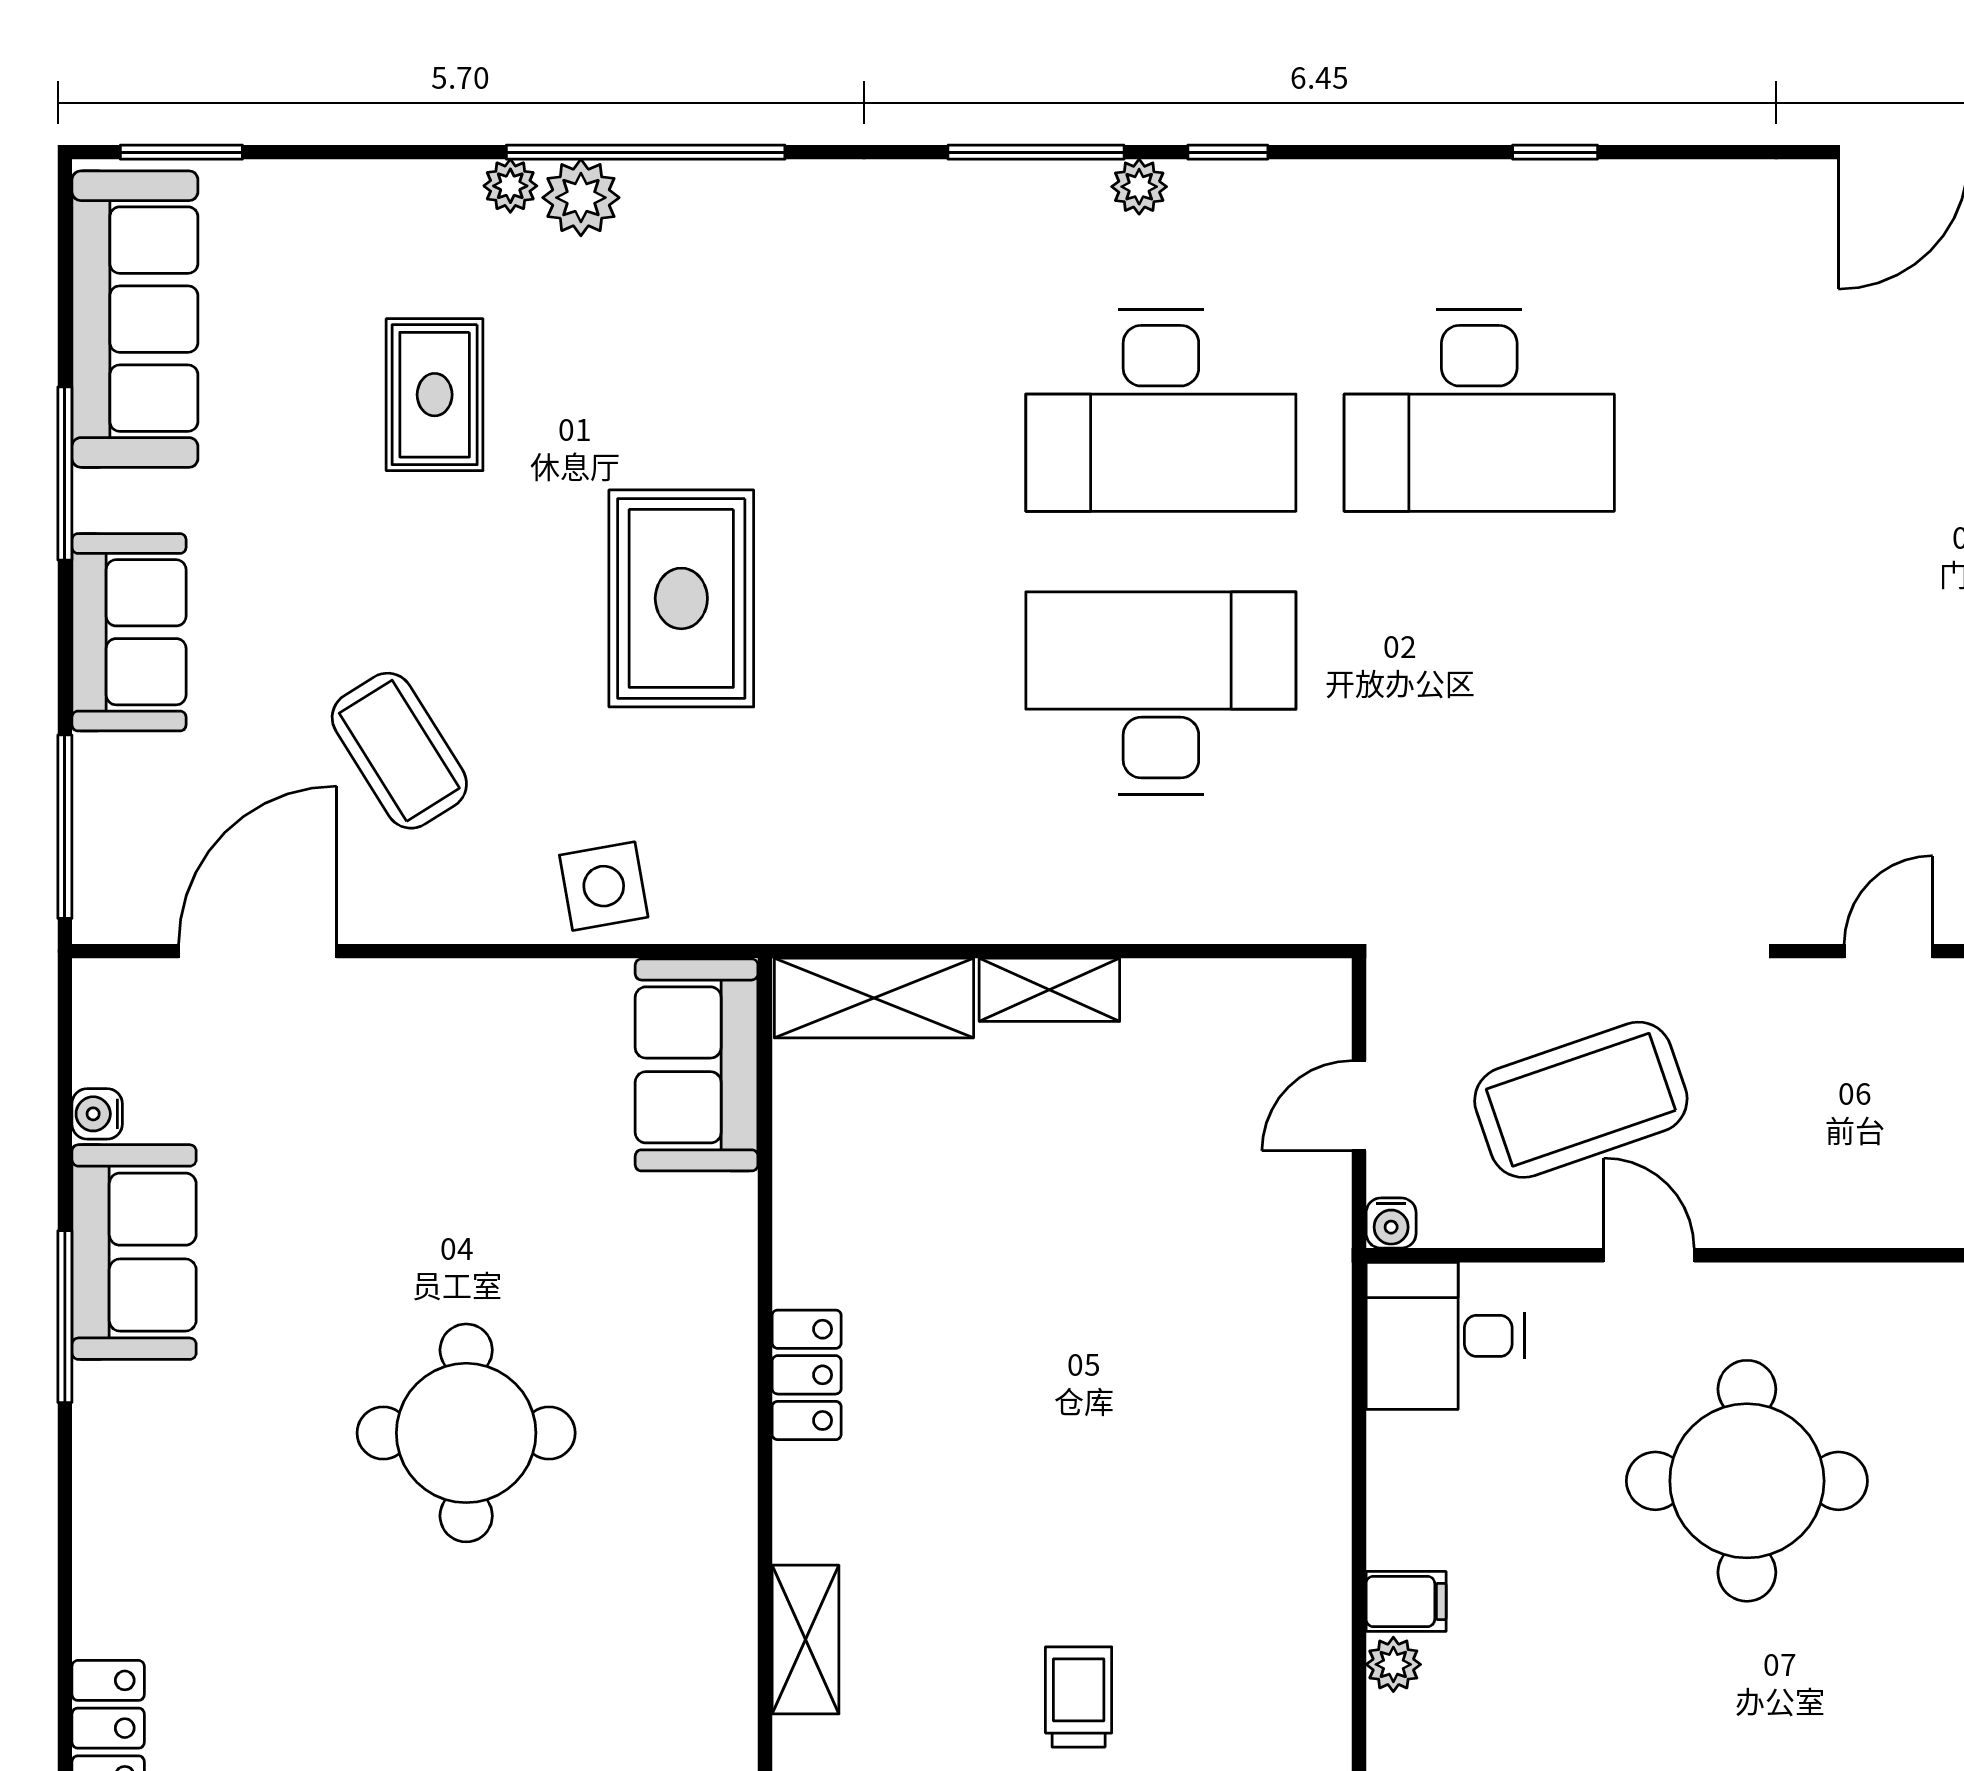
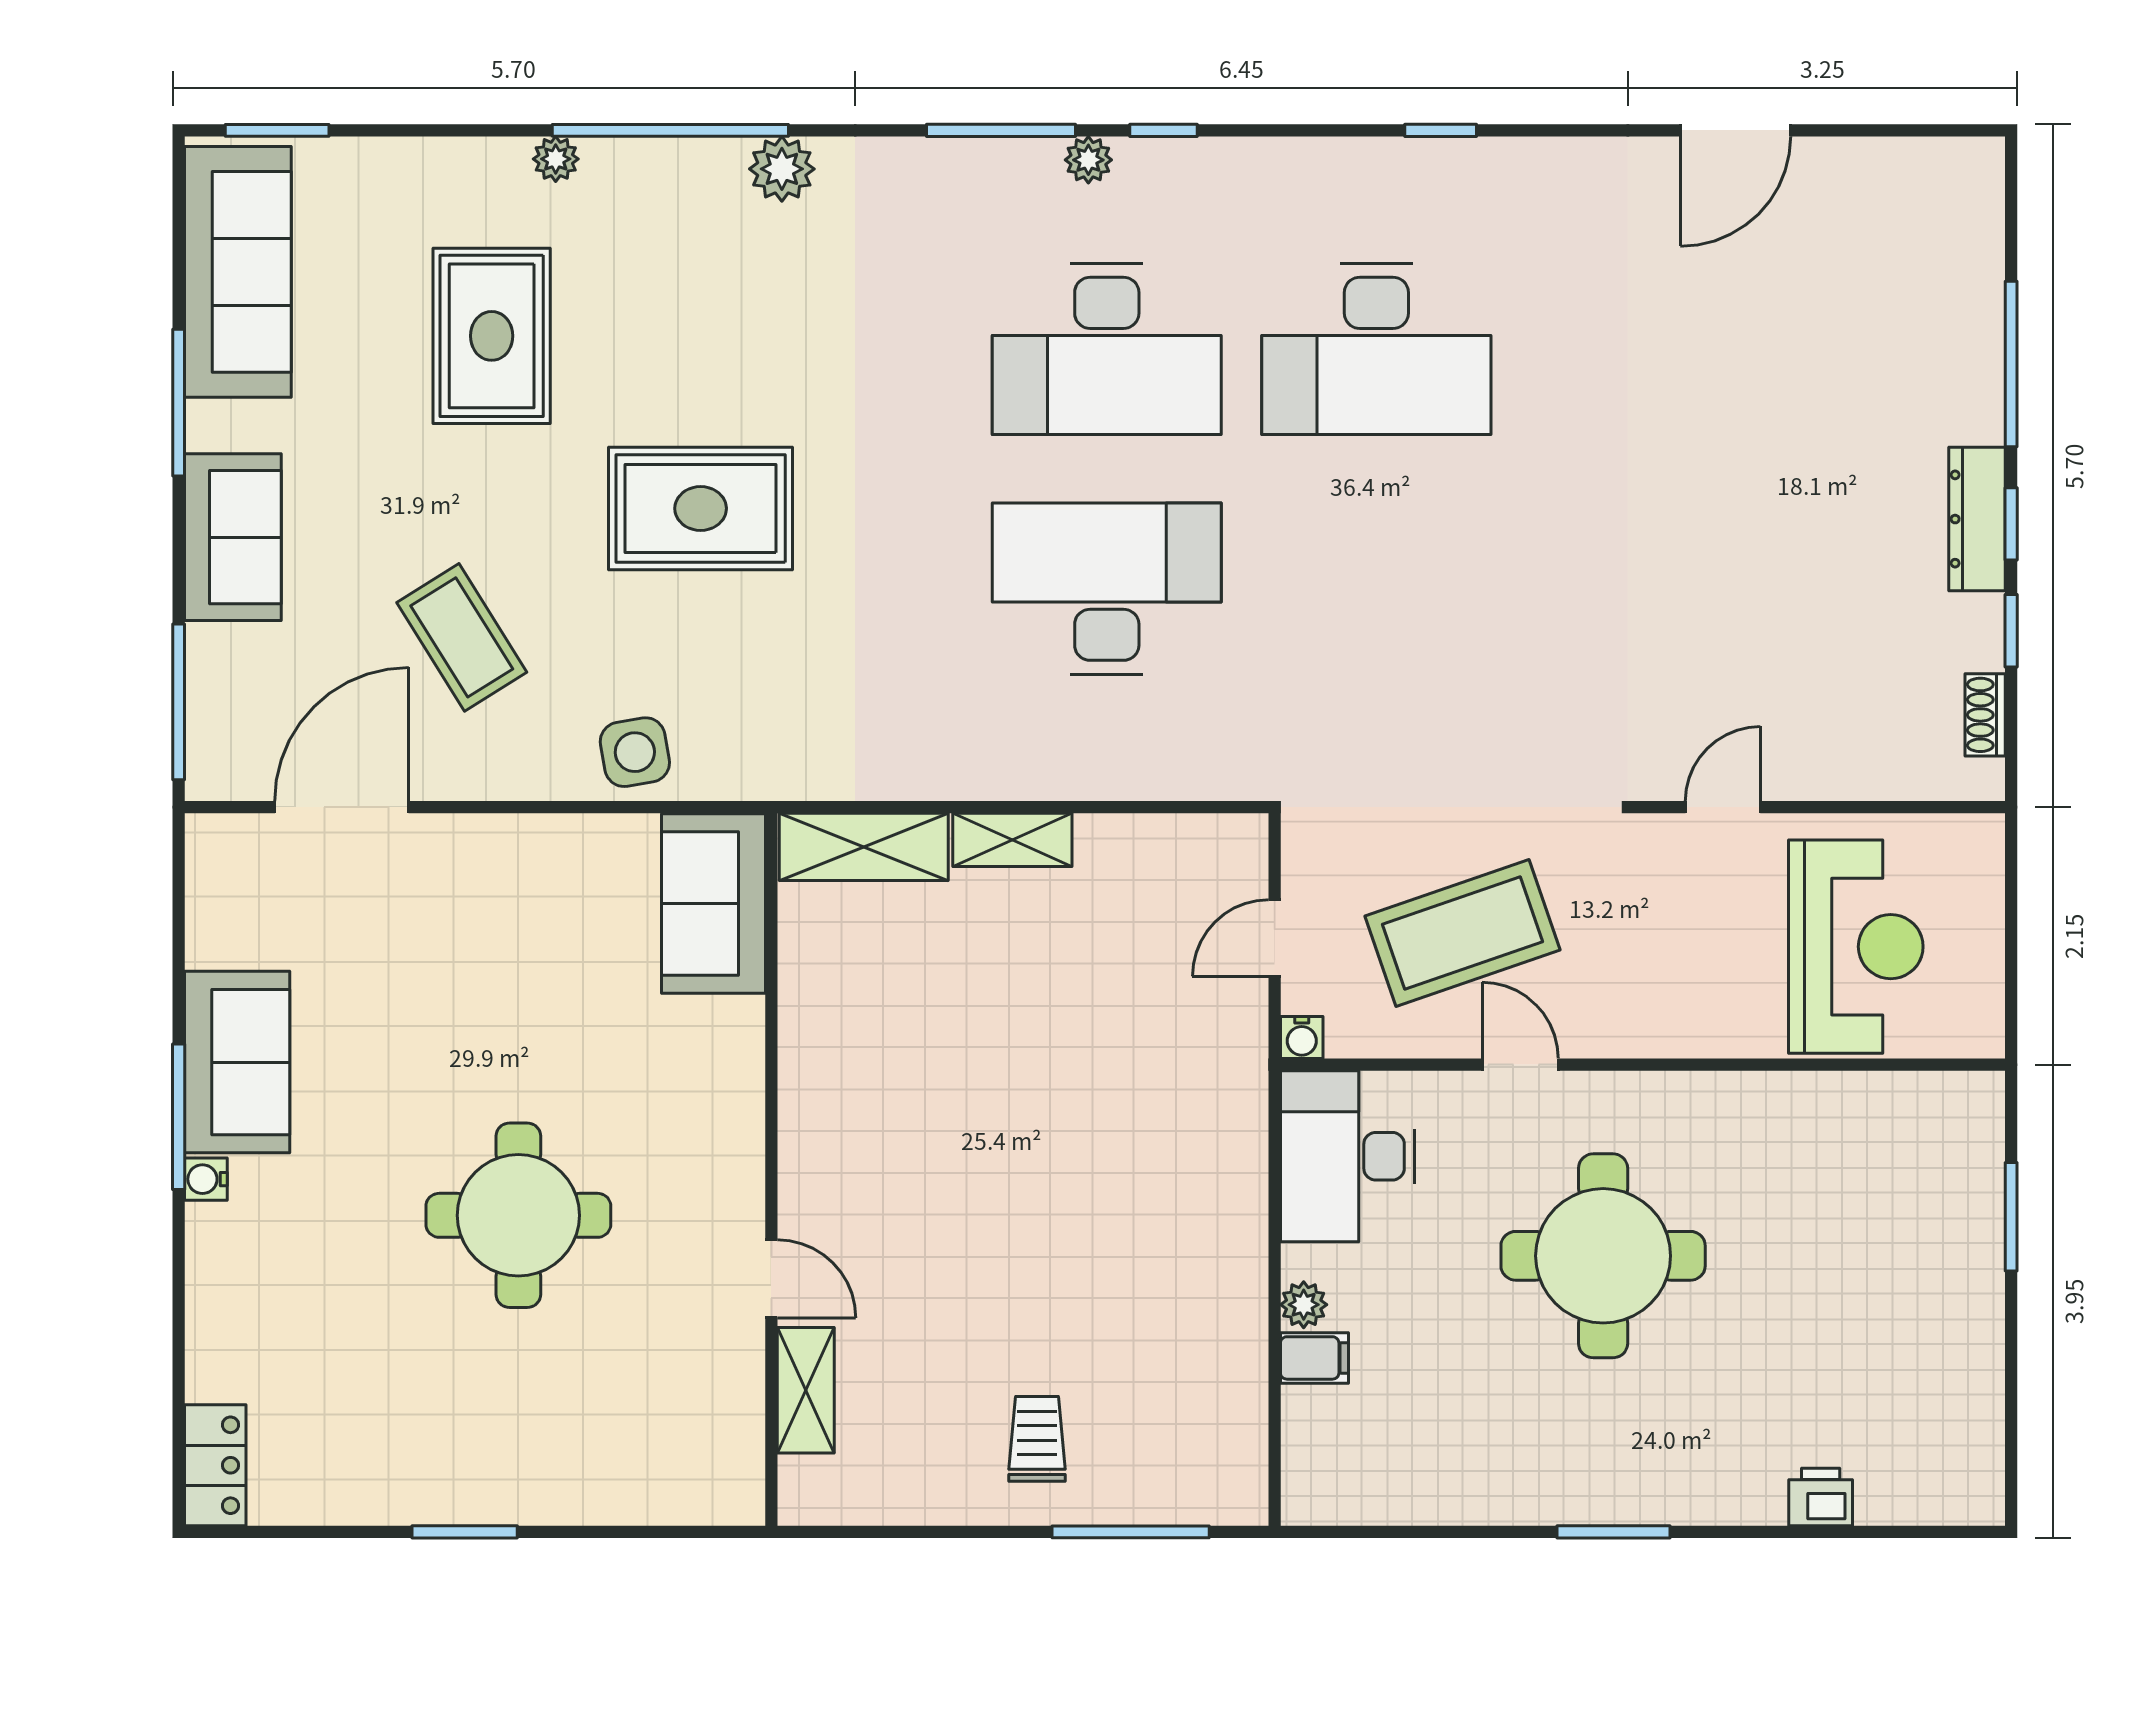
plant: (581, 198) -> (782, 169), moved
rug: (435, 395) -> (492, 336), width x1.36, depth x1.43
rug: (681, 598) -> (701, 508), turned 90
water cooler: (97, 1114) -> (206, 1179), moved
desk: (1445, 1336) -> (1348, 1156), width x1.37
locker: (807, 1375) -> (807, 1166), removed
door: (765, 1508) -> (771, 1279), added
plant: (1393, 1664) -> (1304, 1305), moved

